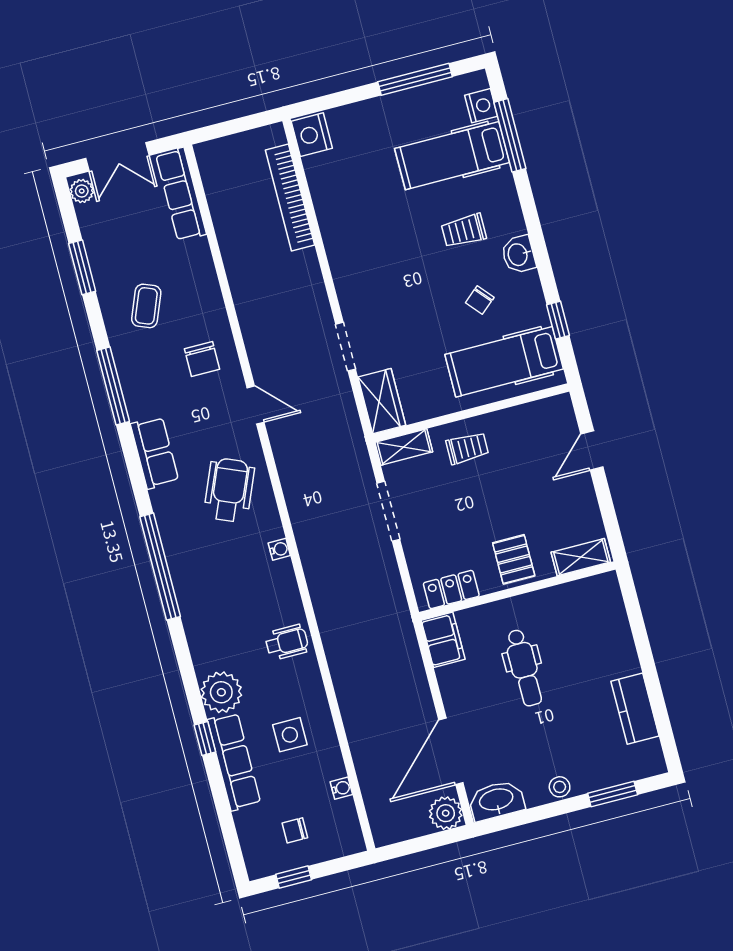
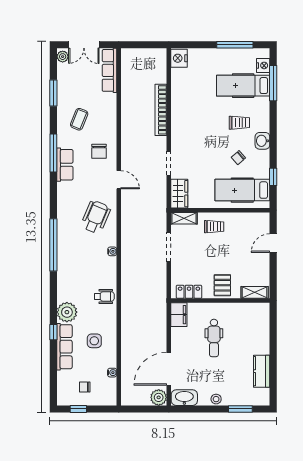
bookcase: (290, 198) -> (161, 110), moved
trolley: (464, 231) -> (239, 123), turned 180
row of seats: (155, 453) -> (65, 165), moved

